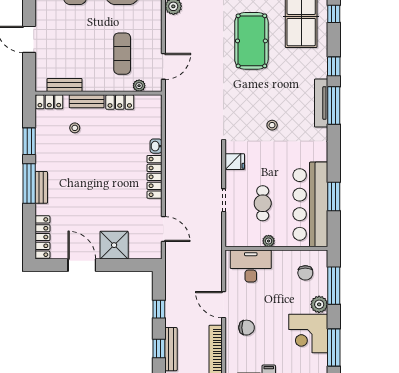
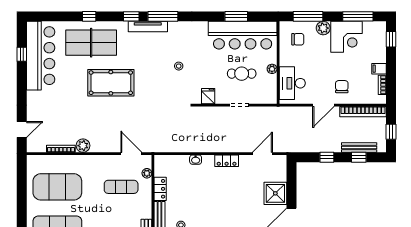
tv unit: (321, 103) -> (148, 27), moved
locker: (154, 177) -> (227, 161), width x0.66

